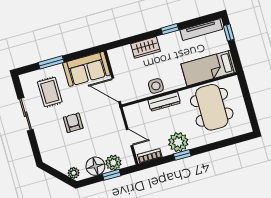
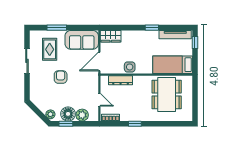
wardrobe: (145, 47) -> (111, 36), moved
door: (116, 90) -> (99, 62), hinge flipped
dresser: (164, 102) -> (121, 80), moved
plant: (178, 142) -> (135, 113), removed
window: (112, 175) -> (66, 124), moved

